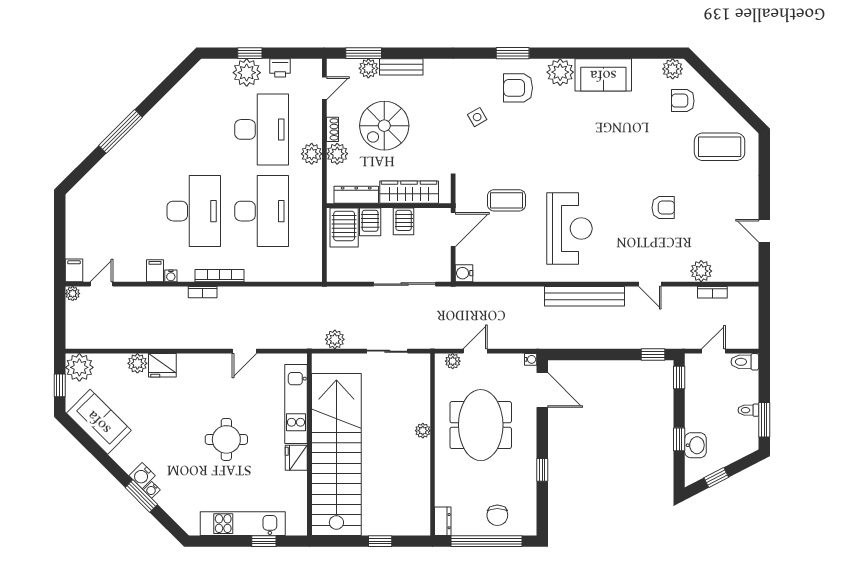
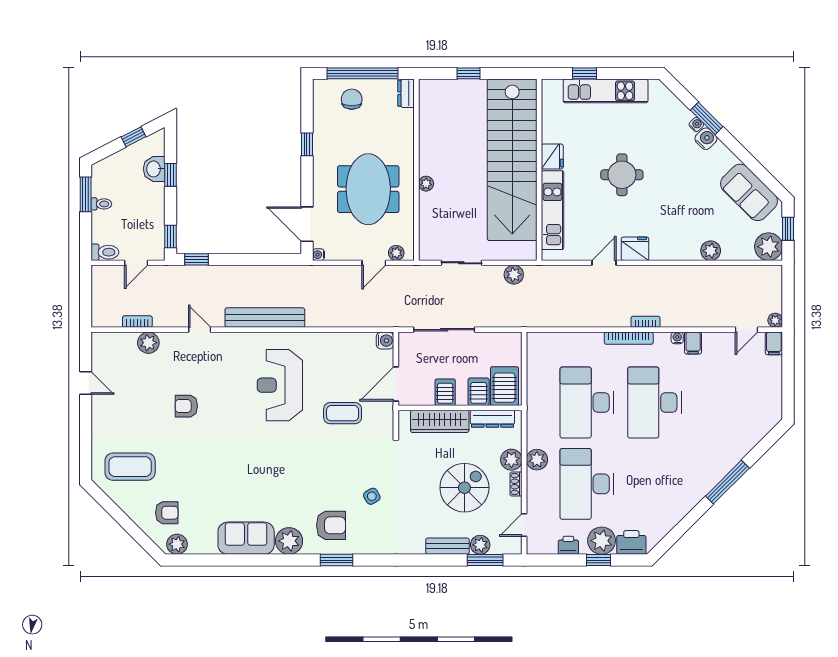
printer: (217, 71) -> (631, 542), added
fridge: (162, 365) -> (635, 249), moved

